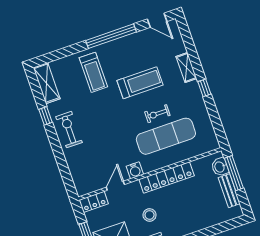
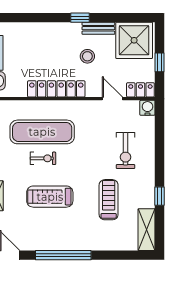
treadmill: (93, 72) -> (109, 200), moved
exercise bike: (69, 130) -> (125, 151), moved
water cooler: (135, 170) -> (147, 108), moved
door: (115, 186) -> (112, 99), swing flipped

